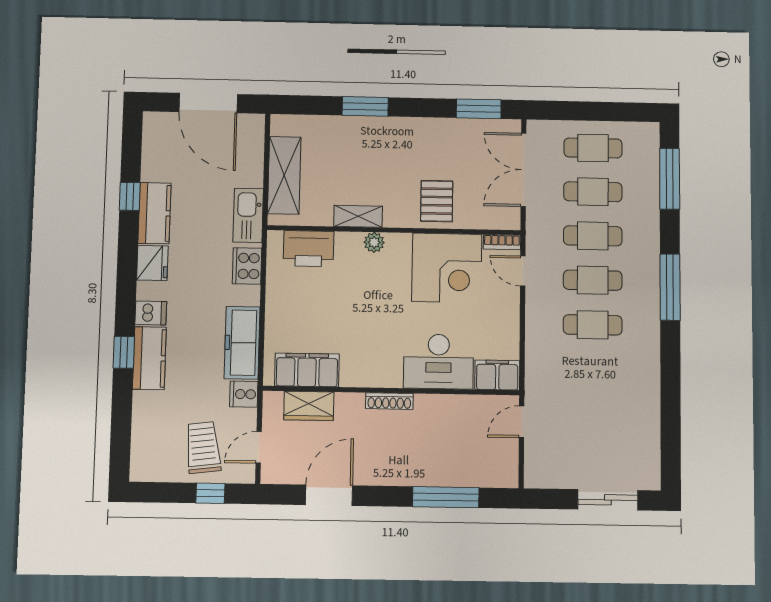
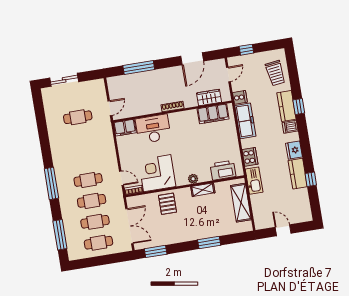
door: (208, 103) -> (283, 230), width x0.53
cafe table: (593, 325) -> (78, 117), moved
trolley: (203, 447) -> (275, 73), moved

